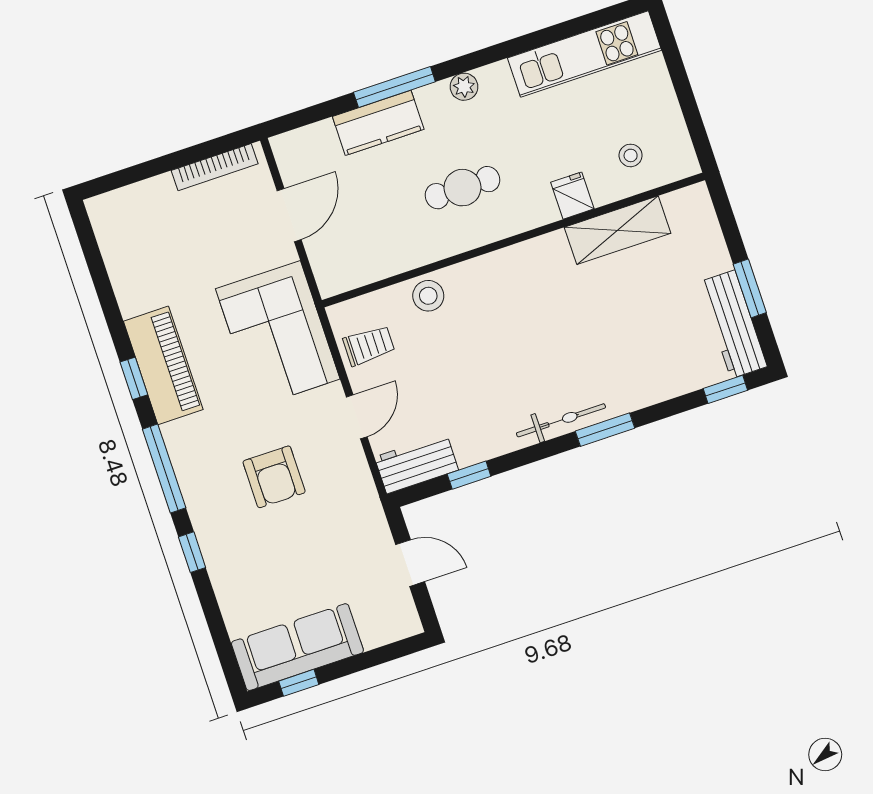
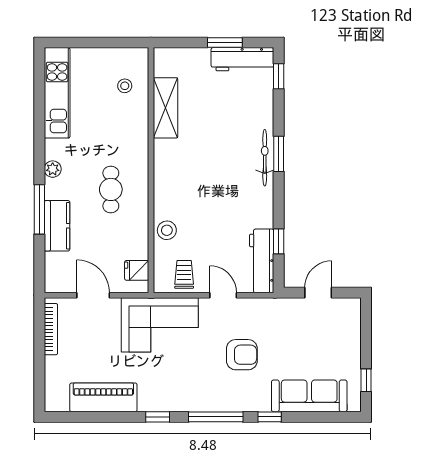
fridge: (572, 196) -> (137, 270), moved
piano: (163, 365) -> (103, 397), moved
bicycle: (561, 420) -> (265, 158), moved
workbench: (416, 463) -> (262, 261), width x1.38
sofa: (297, 647) -> (309, 396), moved, turned 90

